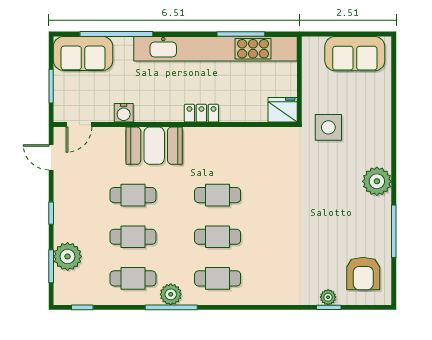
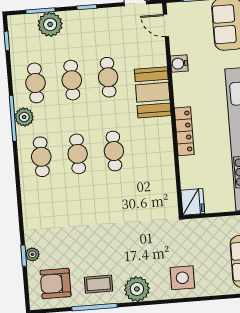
locker: (201, 113) -> (184, 131), width x1.53
side table: (328, 127) -> (182, 278), moved
coffee table: (368, 225) -> (98, 284), added

